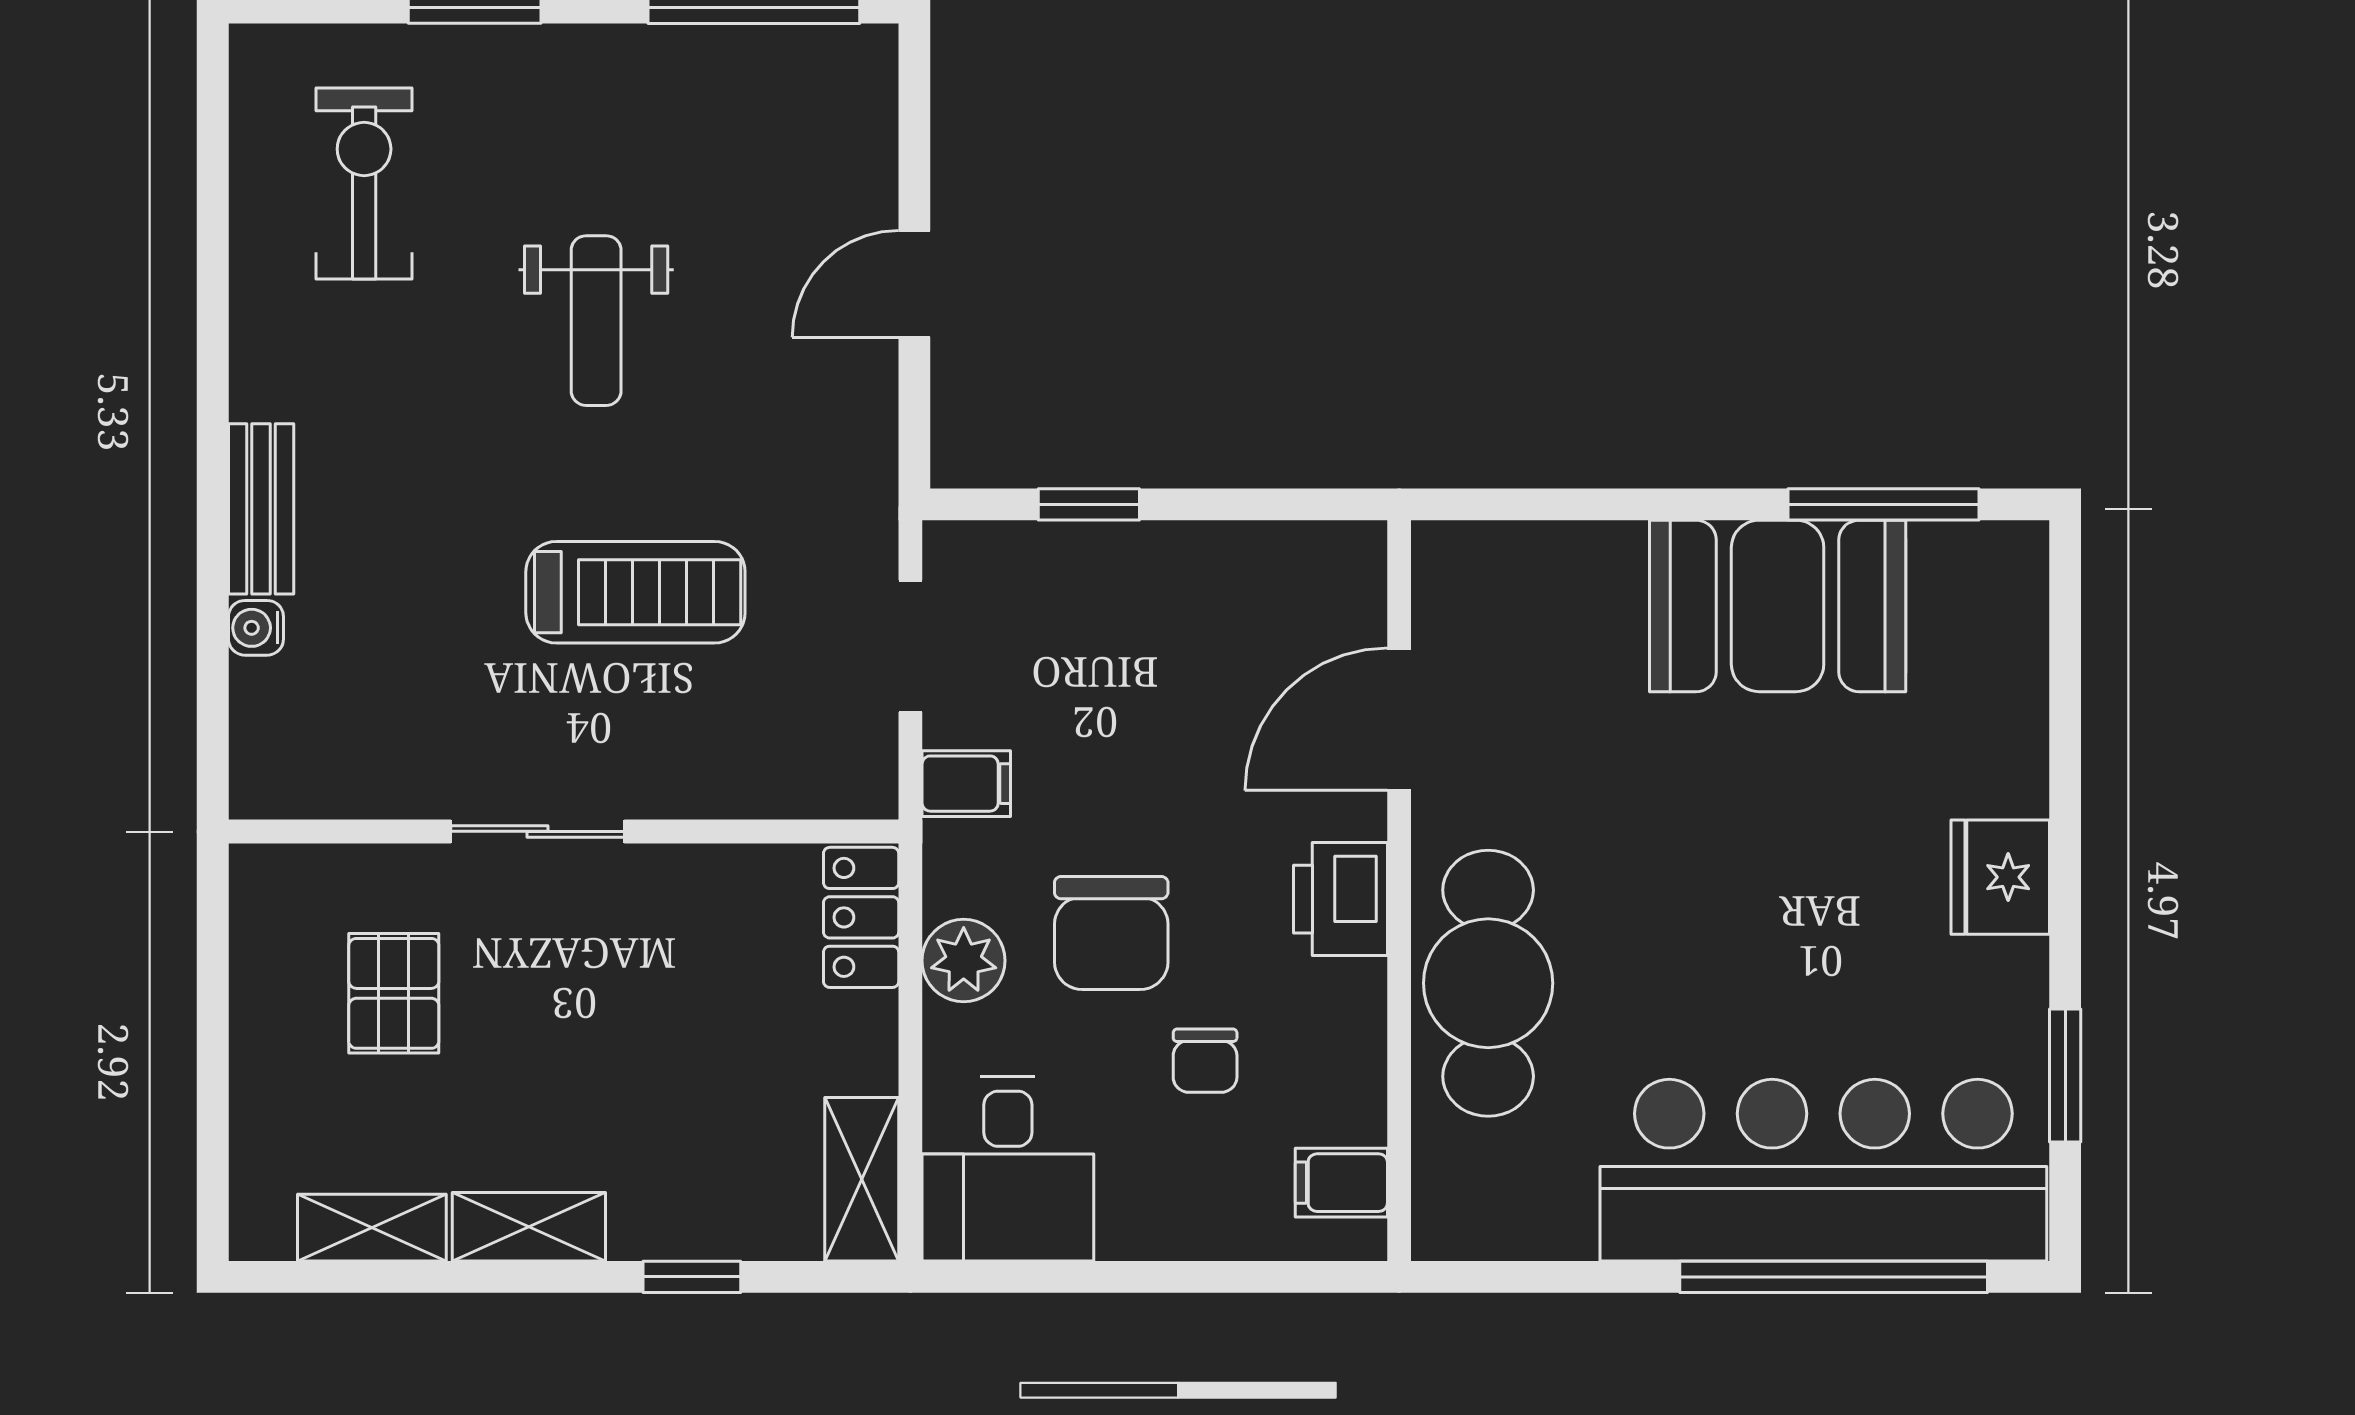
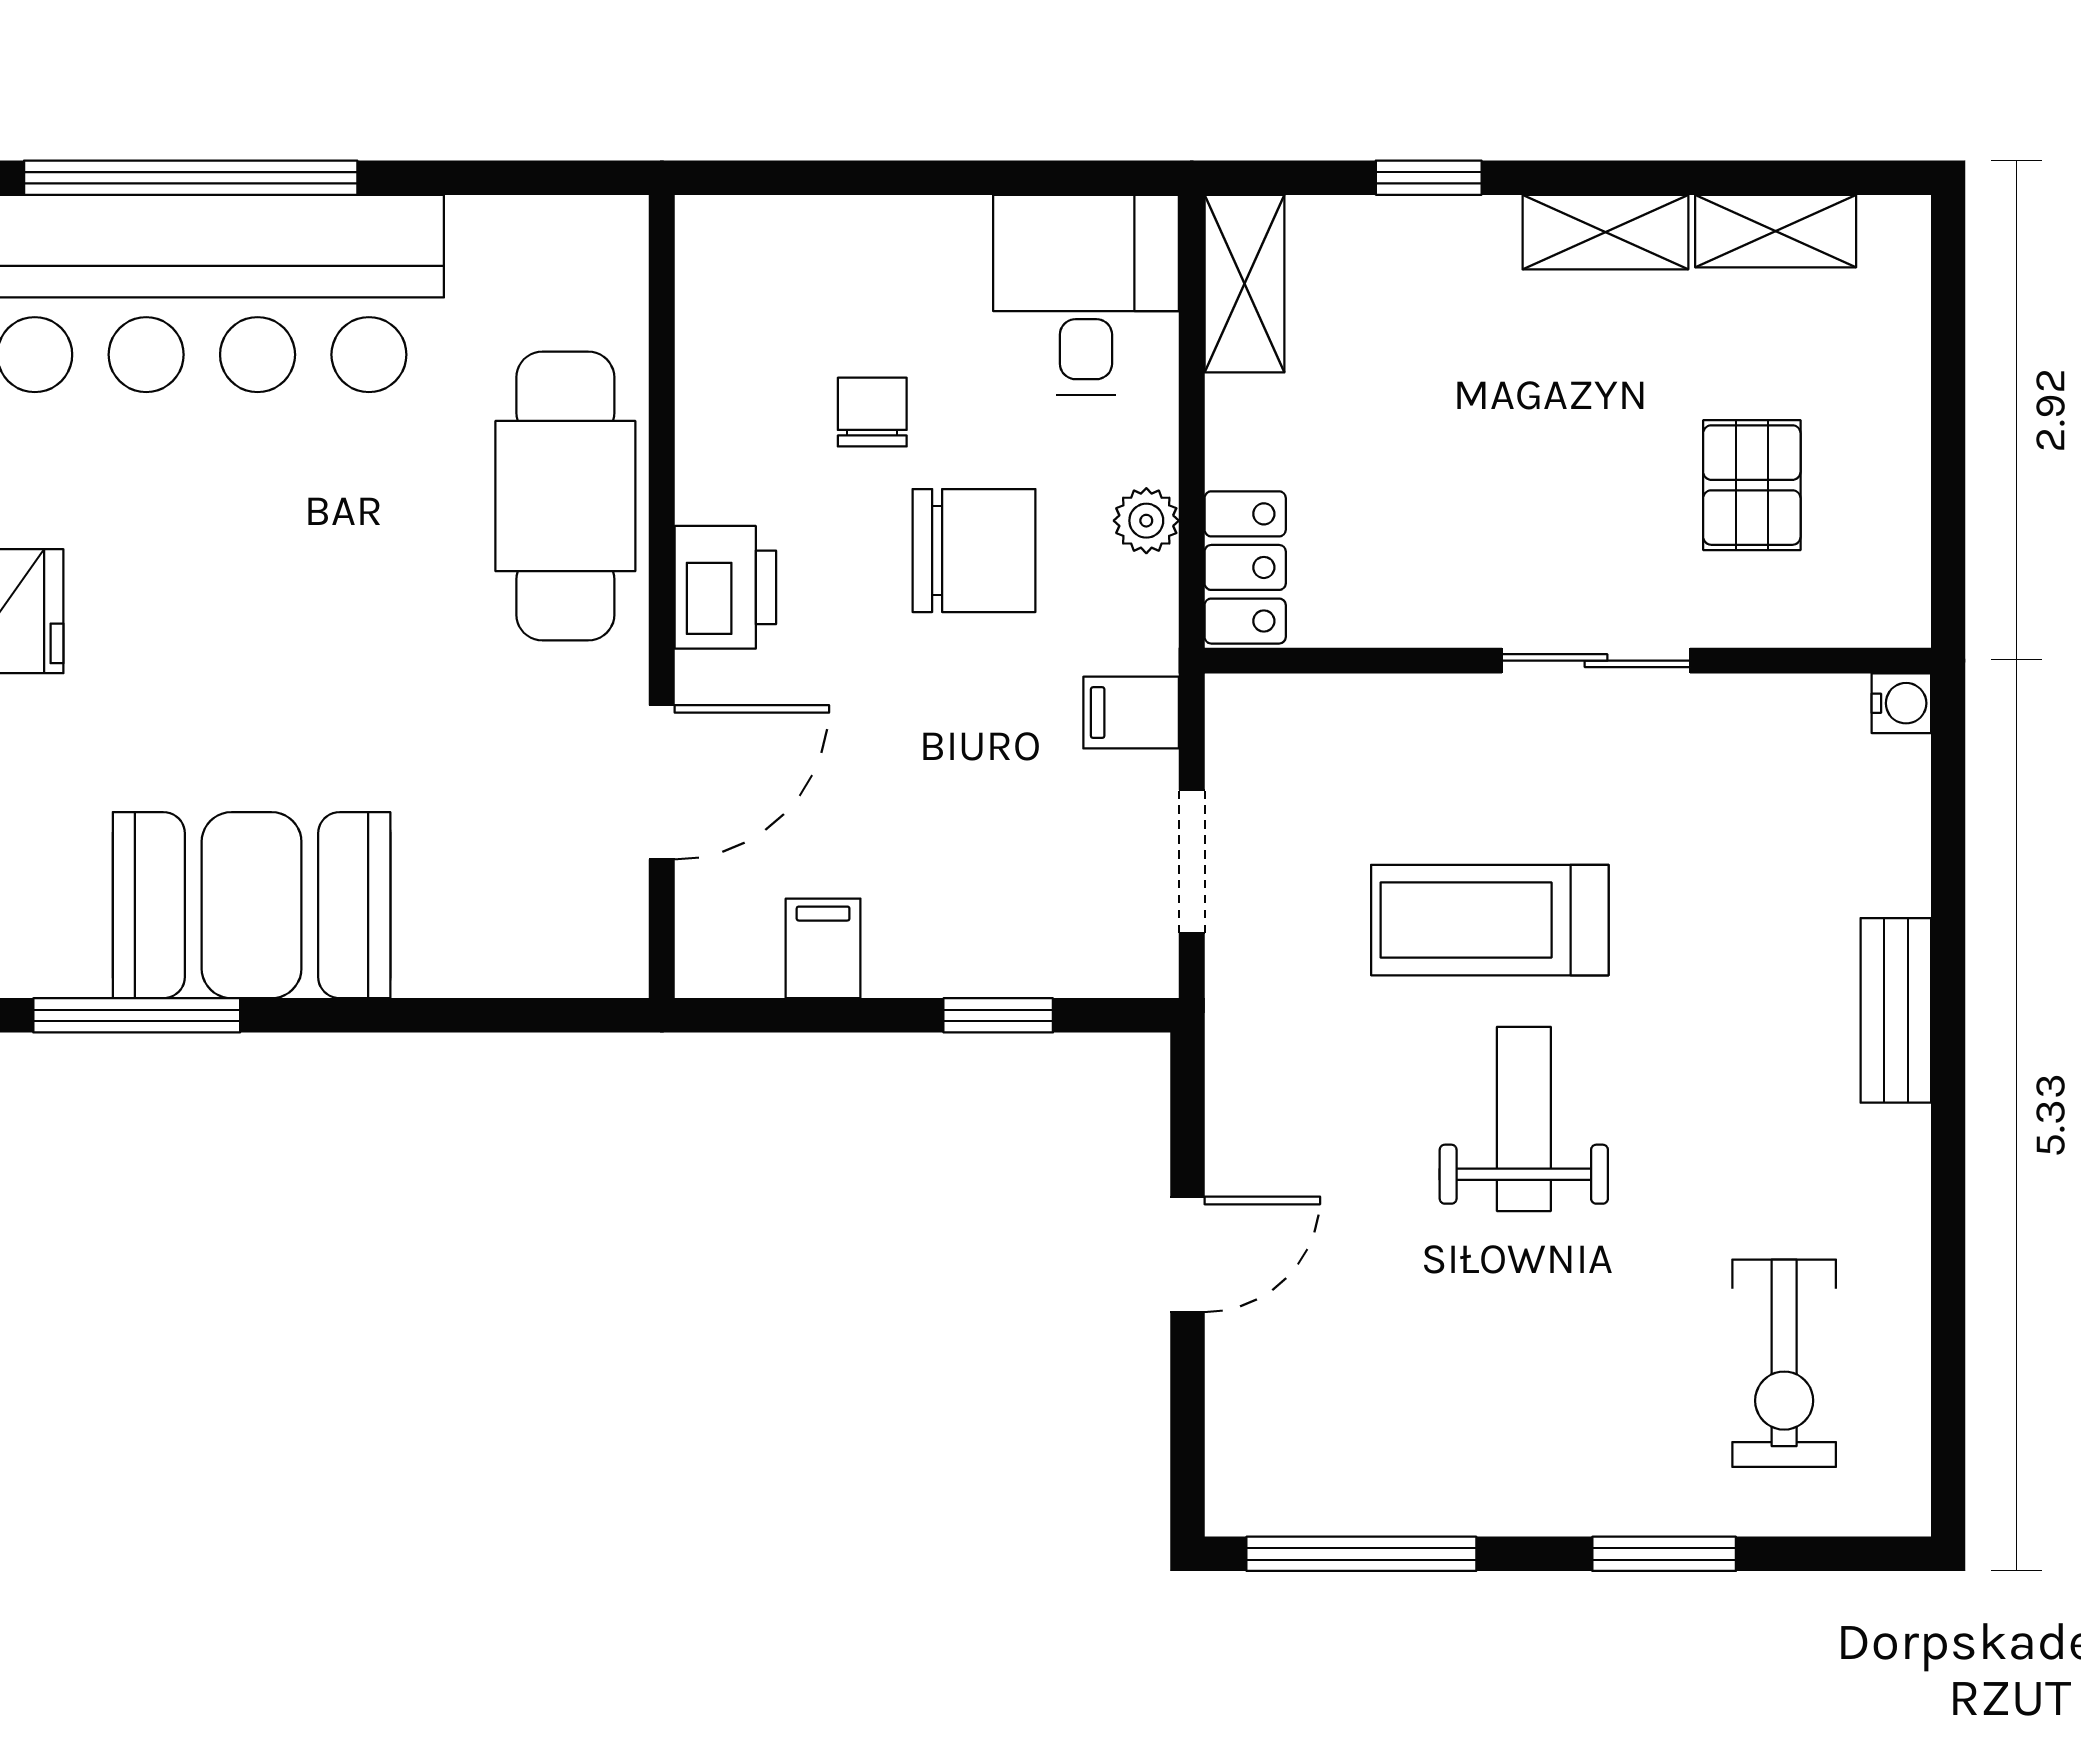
weight bench: (596, 321) -> (1524, 1119), moved
water cooler: (256, 628) -> (1901, 703), moved
chair: (1111, 933) -> (974, 551), turned 90
plant: (964, 961) -> (1146, 521), width x0.73, depth x0.73
filing cabinet: (1341, 1183) -> (823, 948), moved, turned -90

